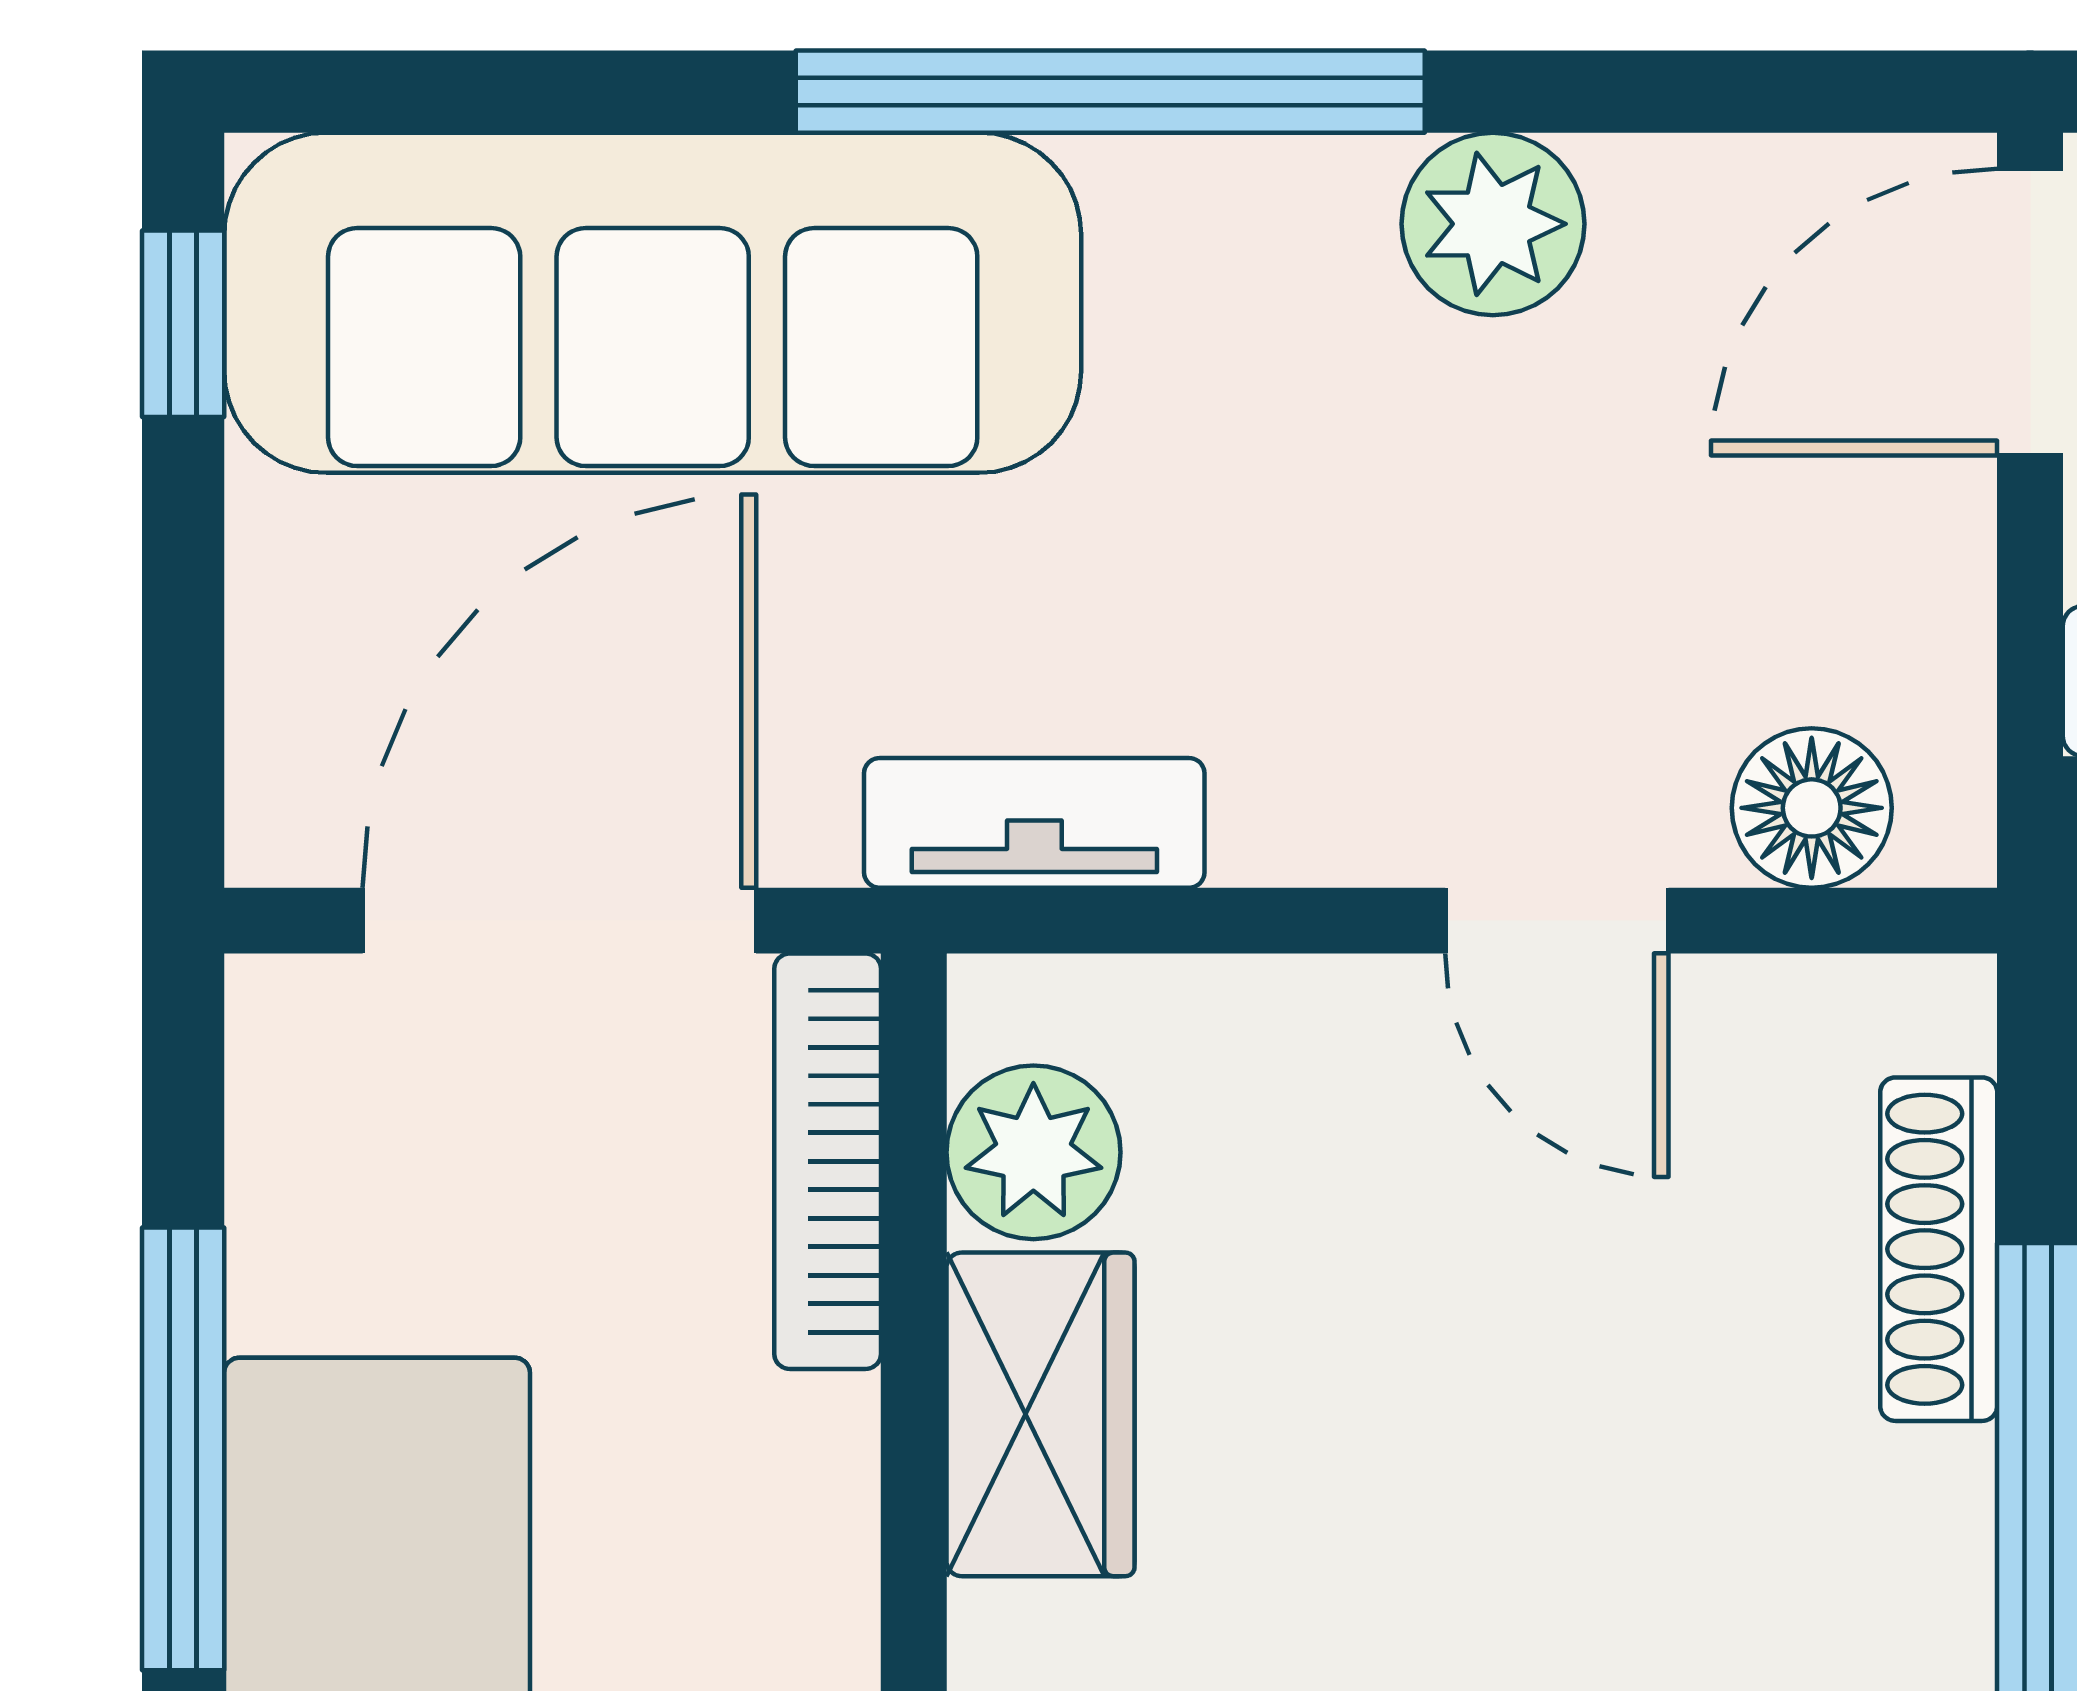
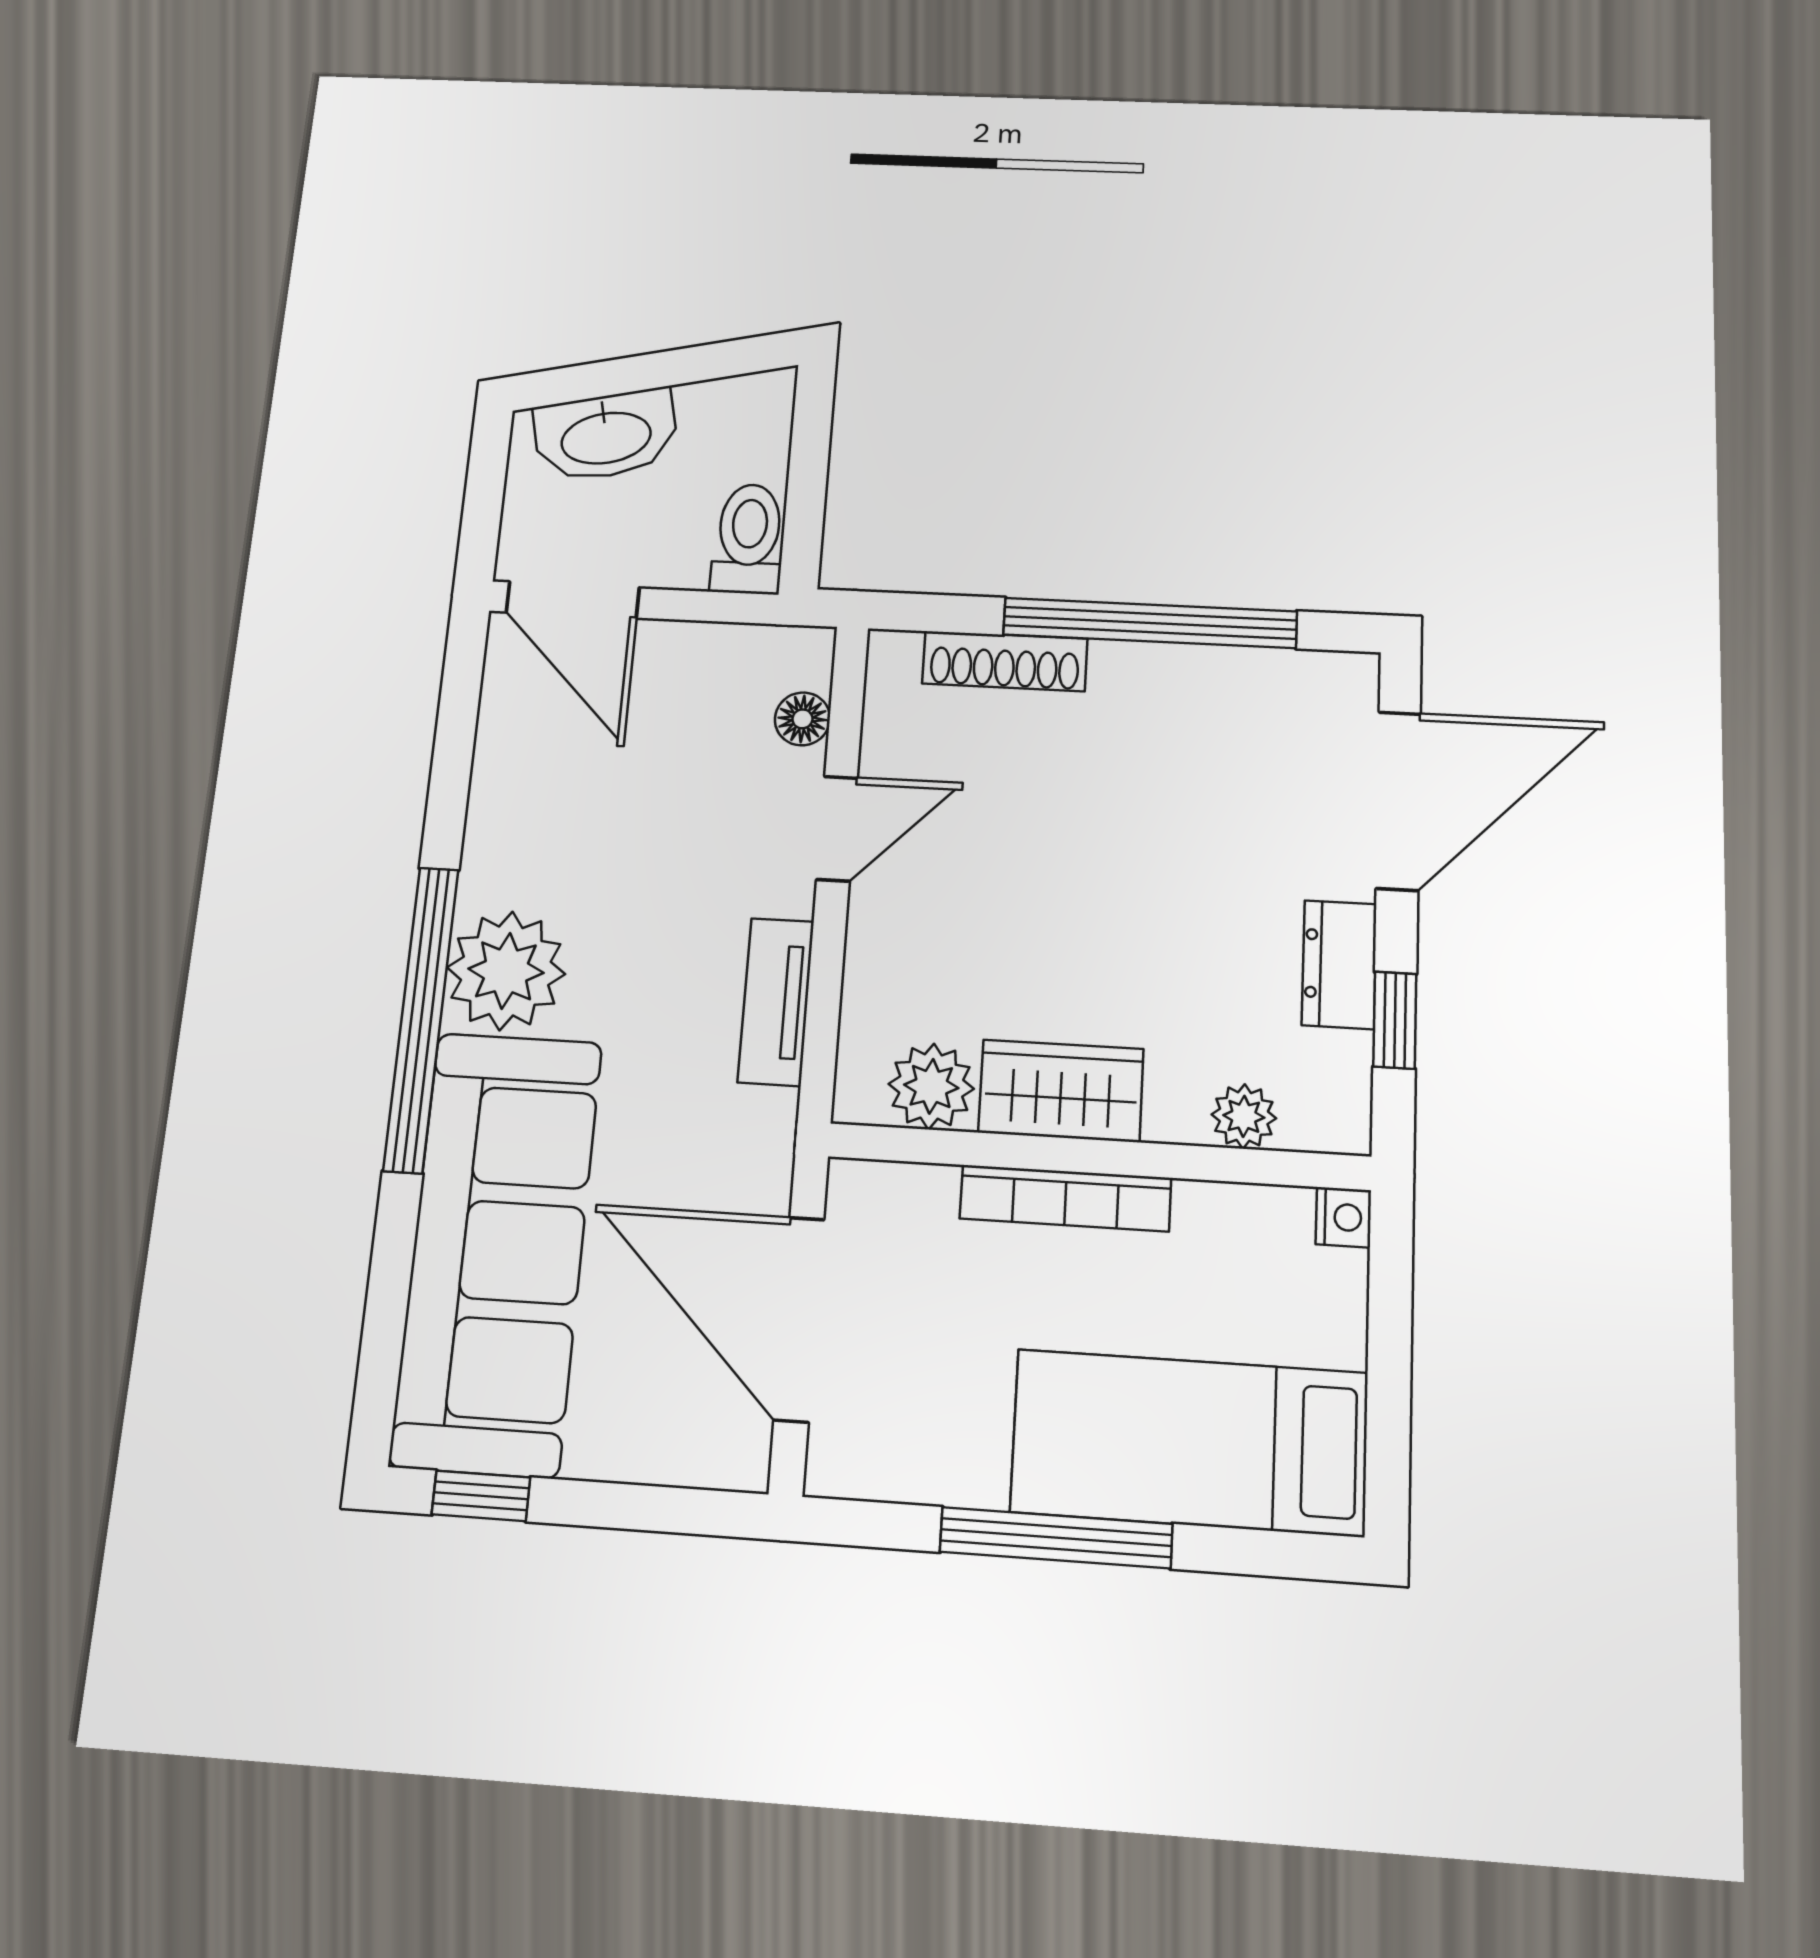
plant: (1493, 224) -> (506, 971), moved, width x1.36, depth x1.36
floor lamp: (1812, 808) -> (802, 719), width x0.73, depth x0.73
tv unit: (1034, 823) -> (776, 1002), moved
bookcase: (828, 1161) -> (1065, 1198), moved

